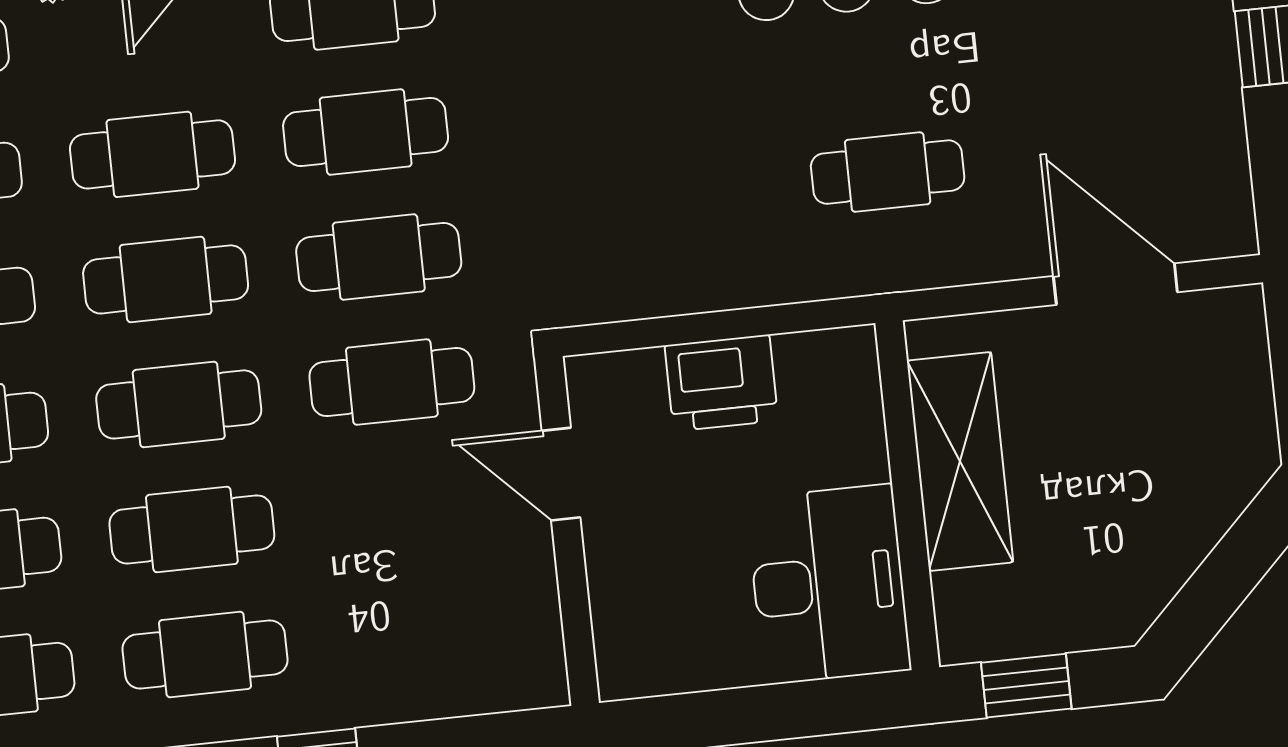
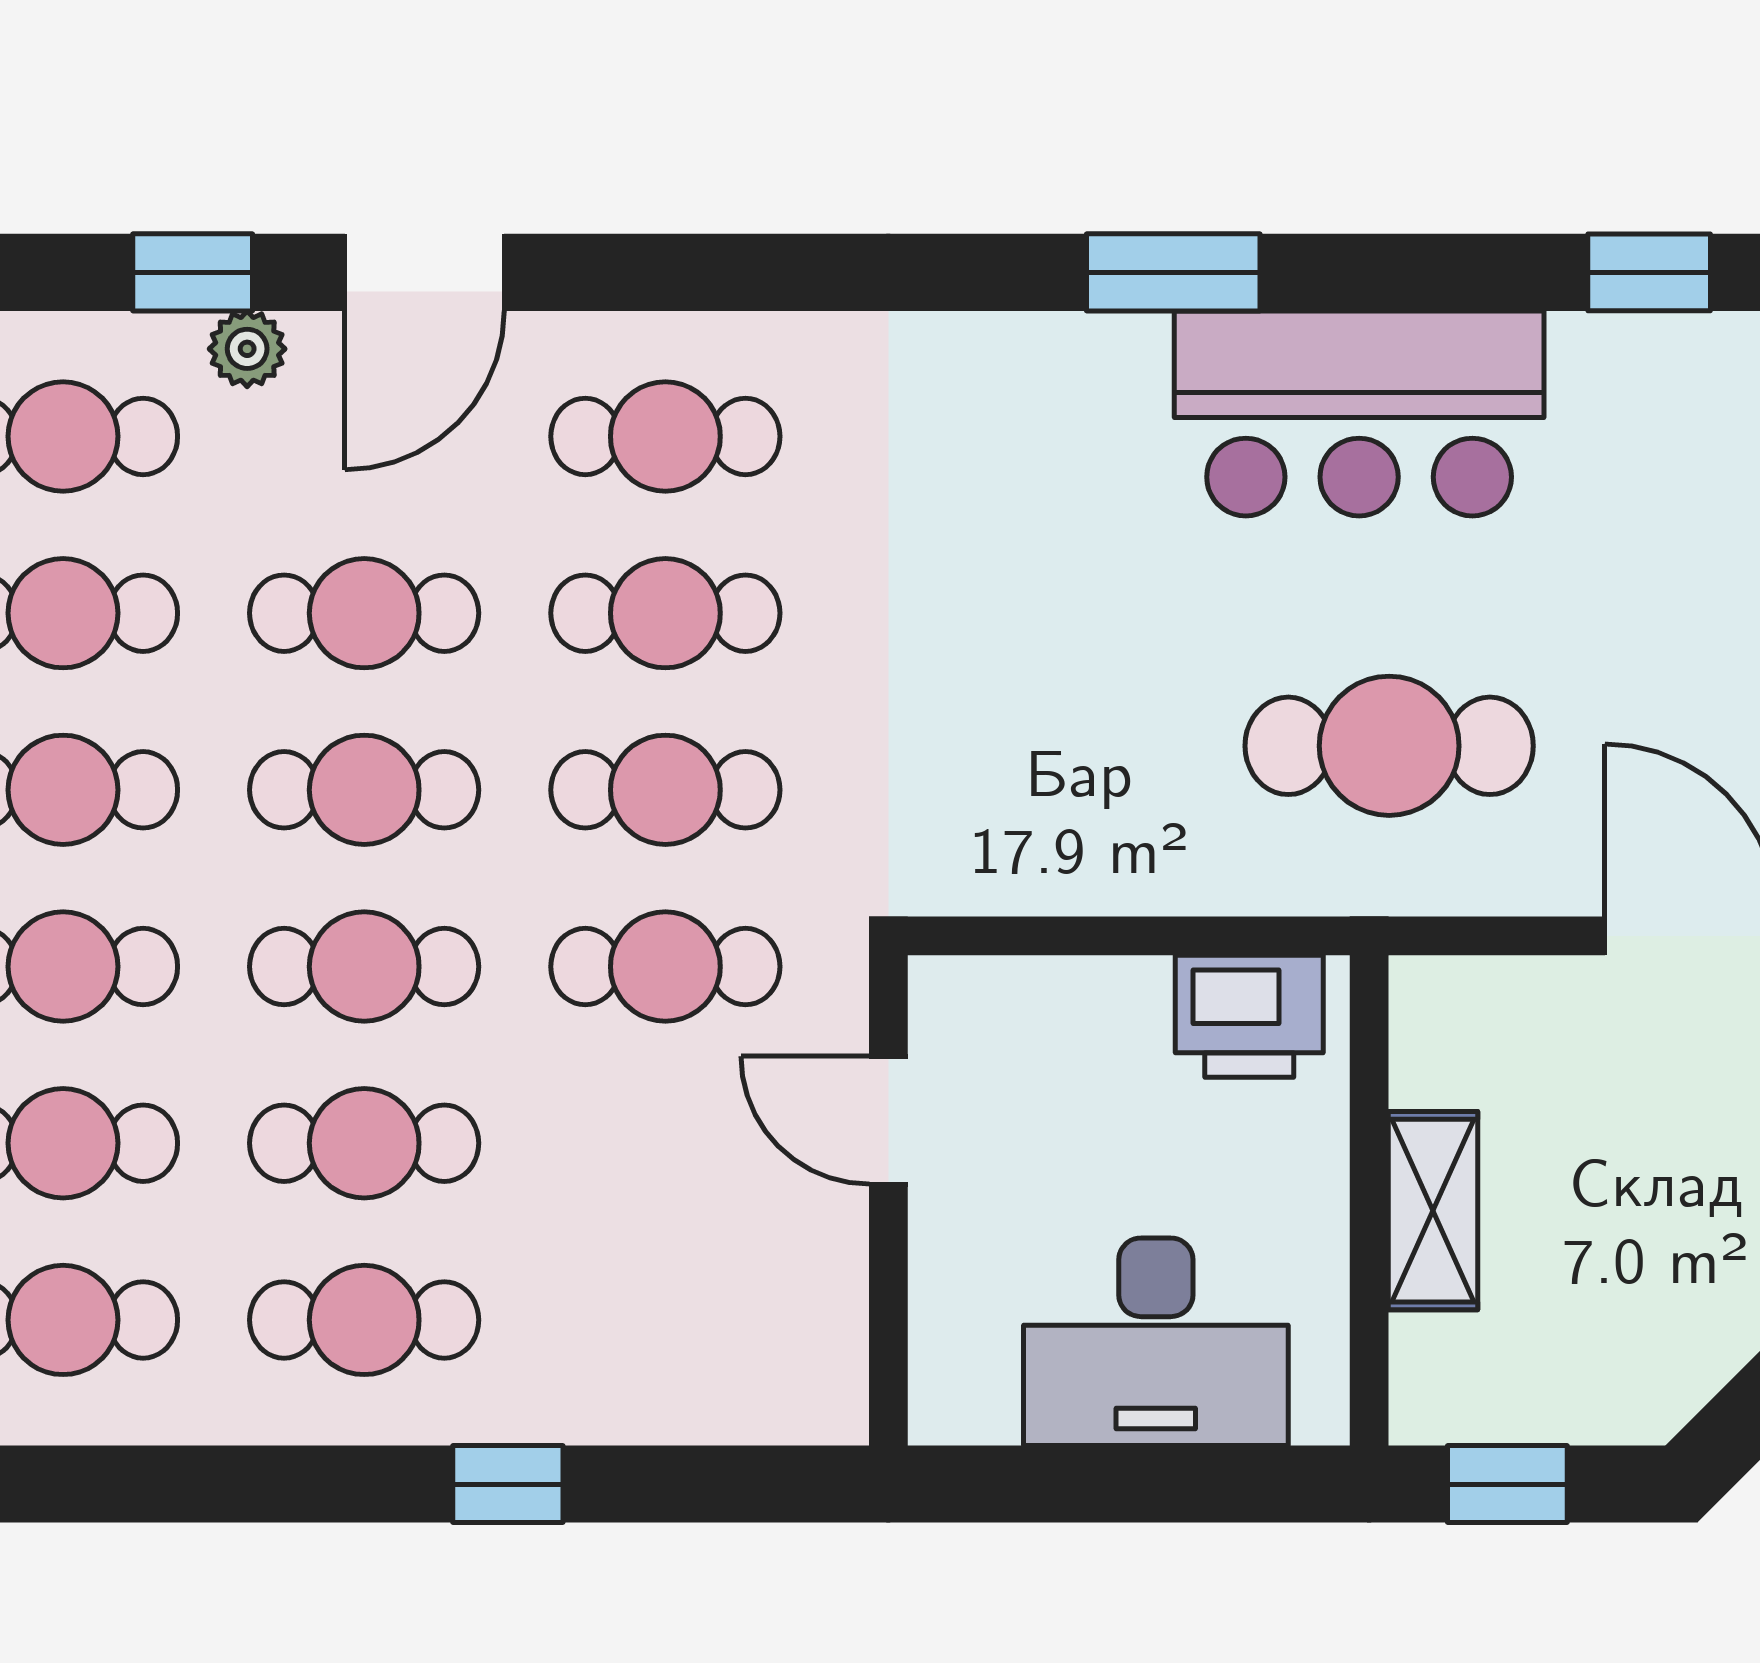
cafe table: (888, 172) -> (1389, 746), width x1.37, depth x1.35
printer: (721, 383) -> (1249, 1016), moved
shelving: (960, 461) -> (1433, 1211), width x0.67, depth x0.75
desk: (829, 584) -> (1156, 1342), moved, turned 90

